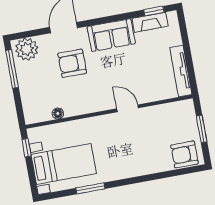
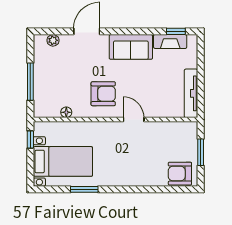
plant: (27, 49) -> (53, 40), width x0.53, depth x0.53
armchair: (72, 63) -> (103, 94), moved, turned 180
window: (12, 69) -> (30, 82), moved

